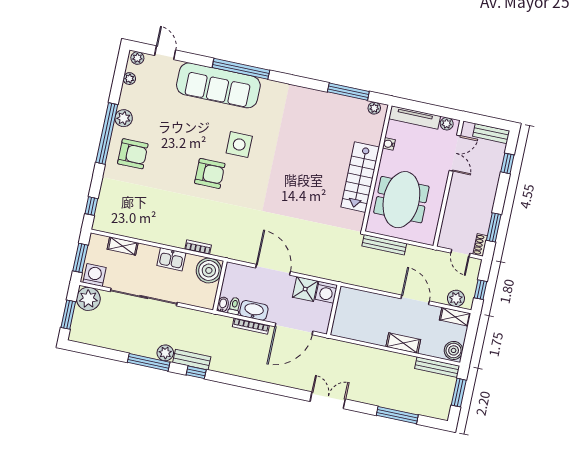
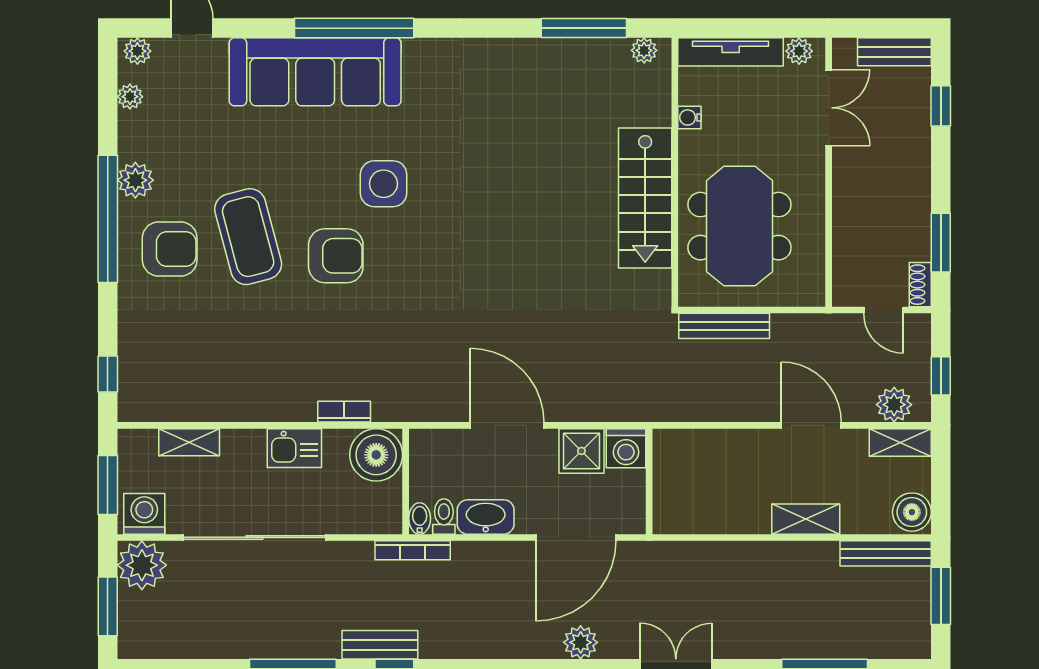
coffee table: (171, 156) -> (248, 237), added
bookcase: (251, 326) -> (413, 550), moved
plant: (165, 353) -> (581, 642), moved

